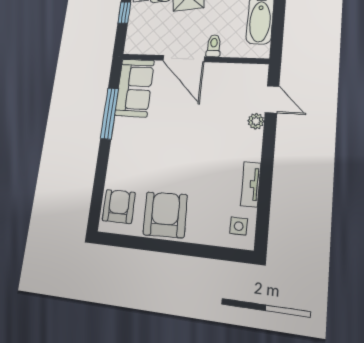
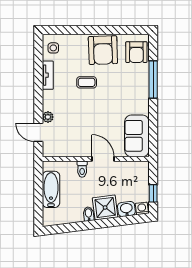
door: (184, 59) -> (103, 159), width x0.73
window: (109, 113) -> (153, 80), moved
coffee table: (194, 168) -> (87, 82), added

